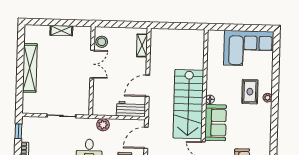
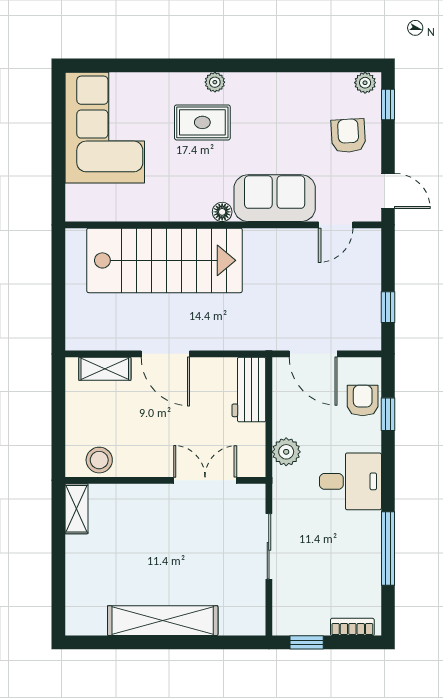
shelving: (61, 31) -> (76, 509), moved
double door: (92, 64) -> (205, 480), moved
door: (147, 86) -> (165, 354), moved
stairs: (188, 104) -> (164, 260), moved

